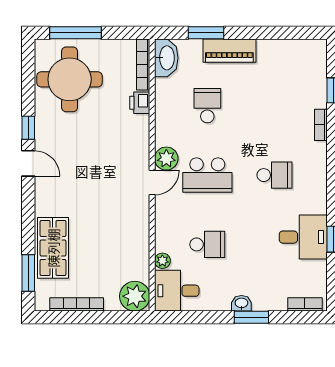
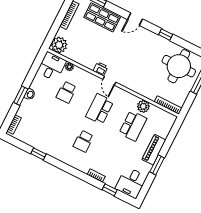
window: (206, 33) -> (157, 165), moved
washbasin: (166, 58) -> (166, 118), removed
printer: (140, 103) -> (100, 69), moved
school desk: (207, 106) -> (133, 126), width x1.85
plant: (166, 159) -> (143, 106), moved
door: (28, 163) -> (135, 19), moved
desk: (303, 237) -> (131, 183), moved

